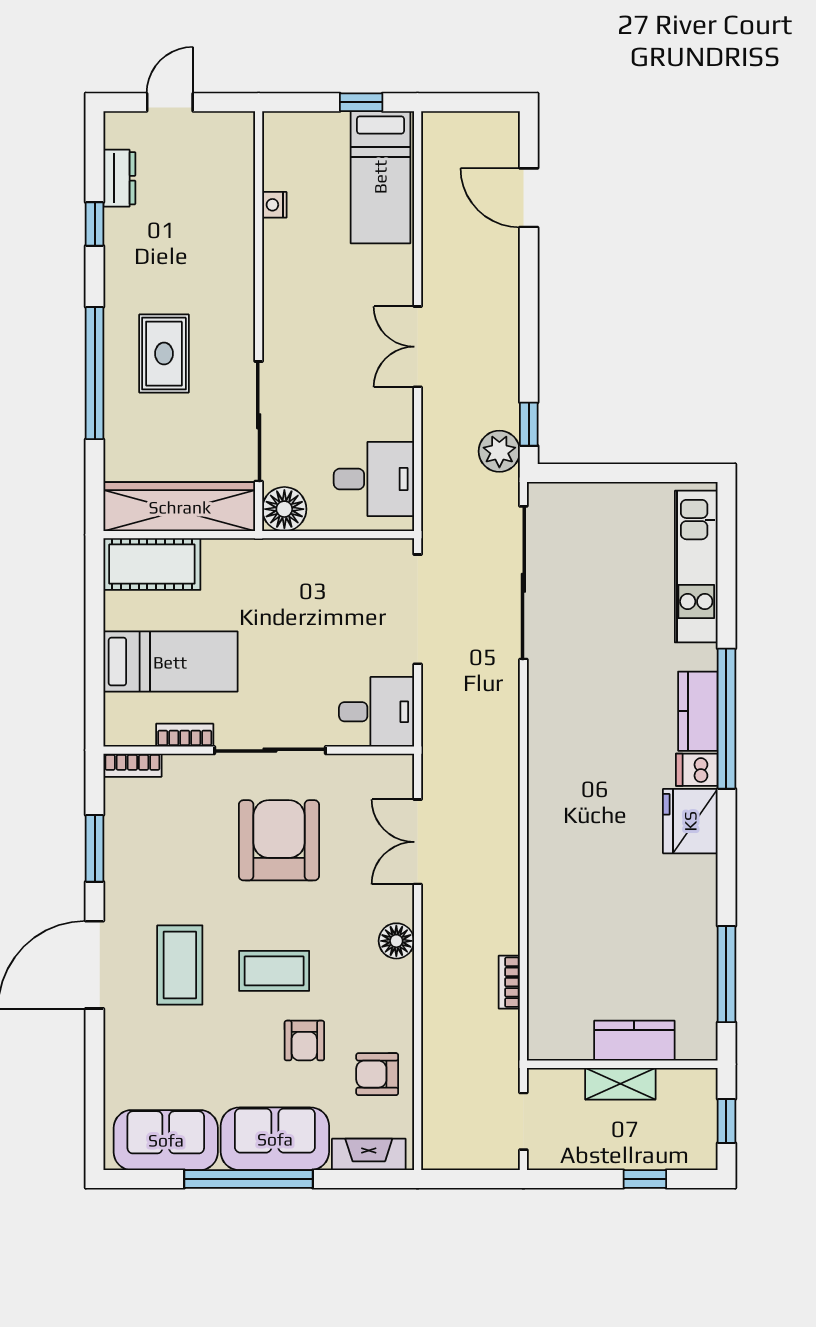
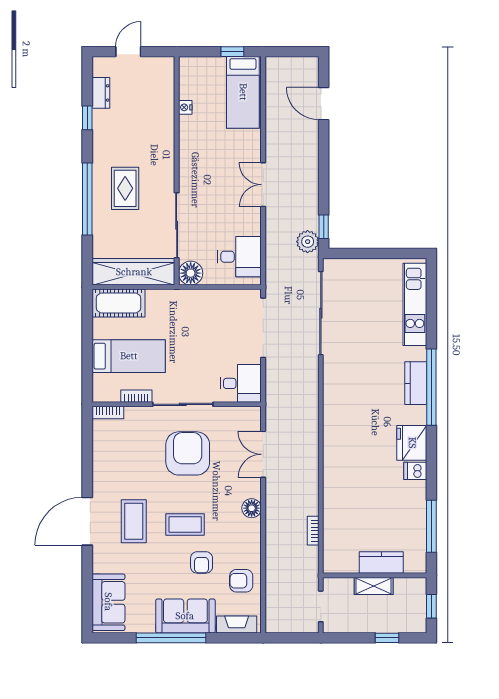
dishwasher: (697, 770) -> (415, 471), moved
window: (95, 848) -> (87, 458), removed
sofa: (166, 1140) -> (108, 602), moved, turned 90

